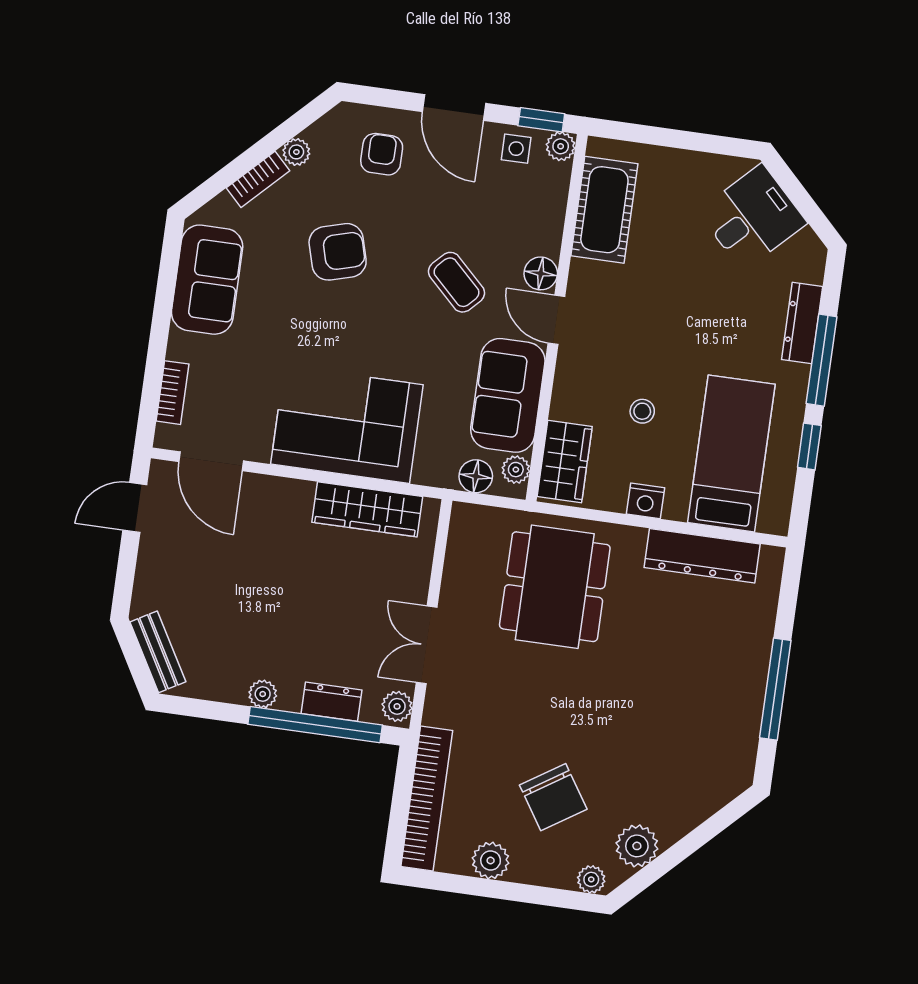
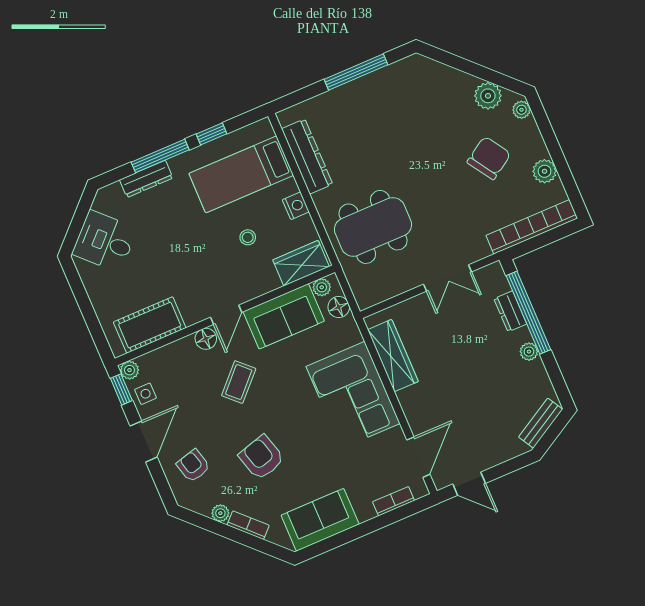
armchair: (382, 154) -> (193, 466), turned 75
plant: (397, 706) -> (491, 274), removed

